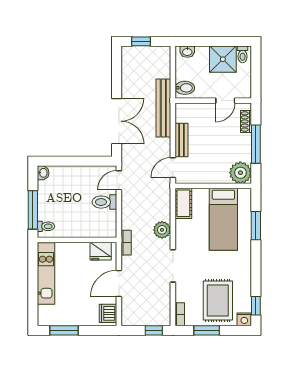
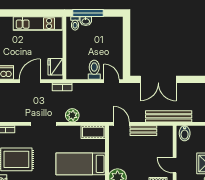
washbasin: (43, 173) -> (86, 21), moved
door: (119, 283) -> (30, 81), hinge flipped

